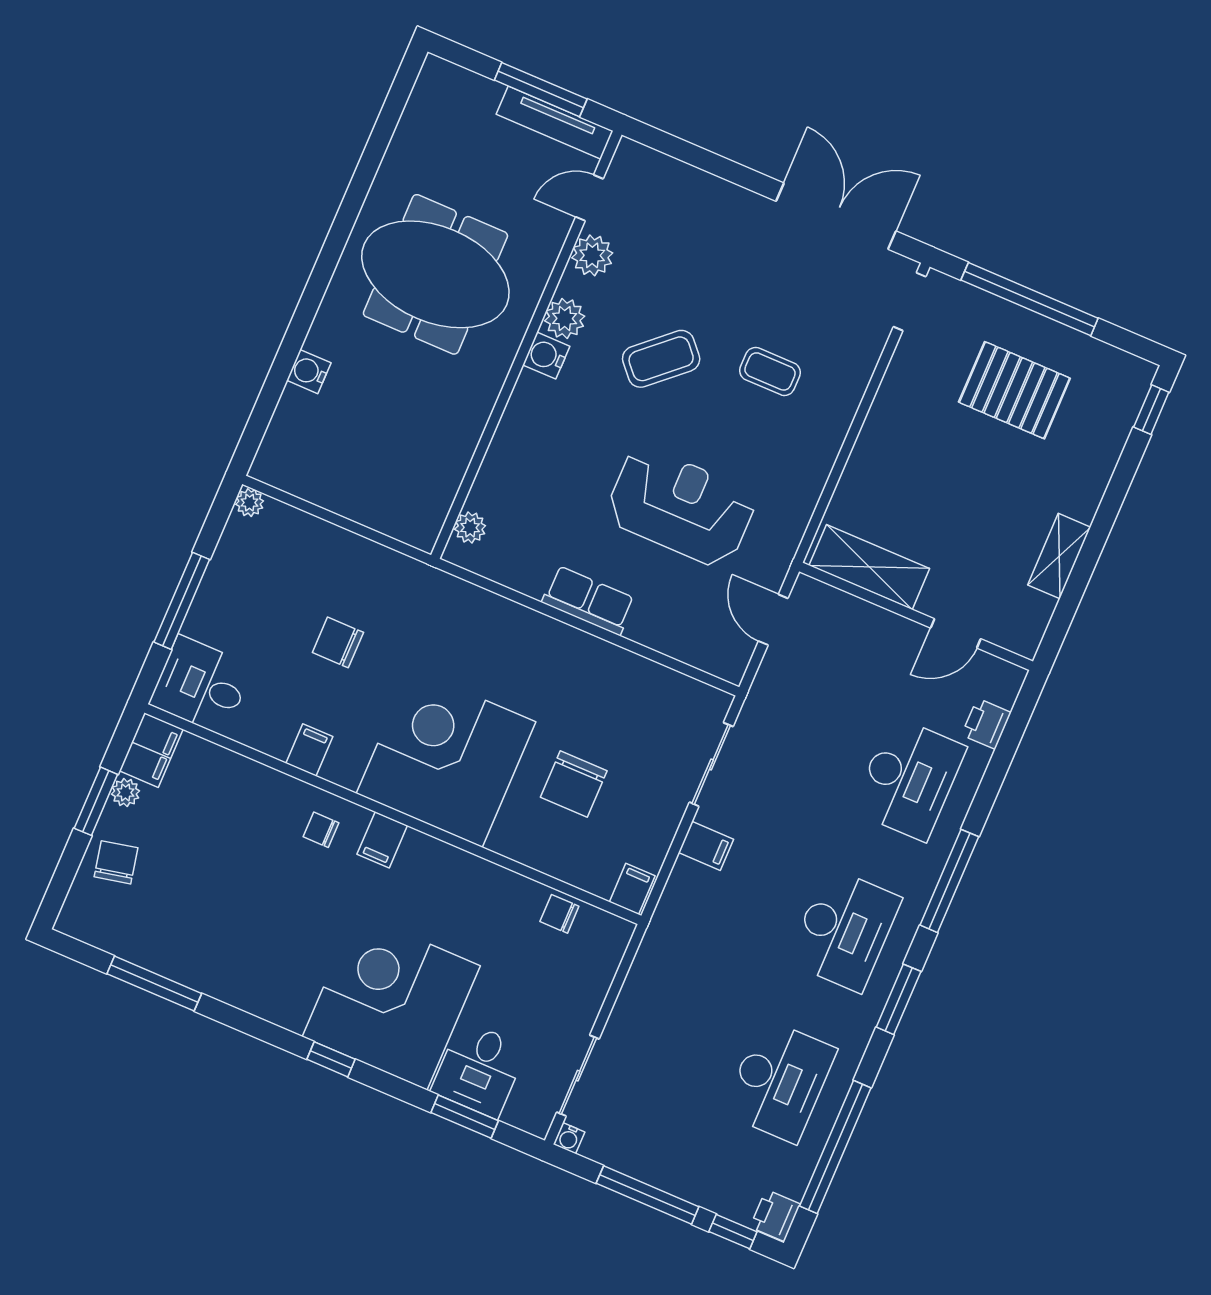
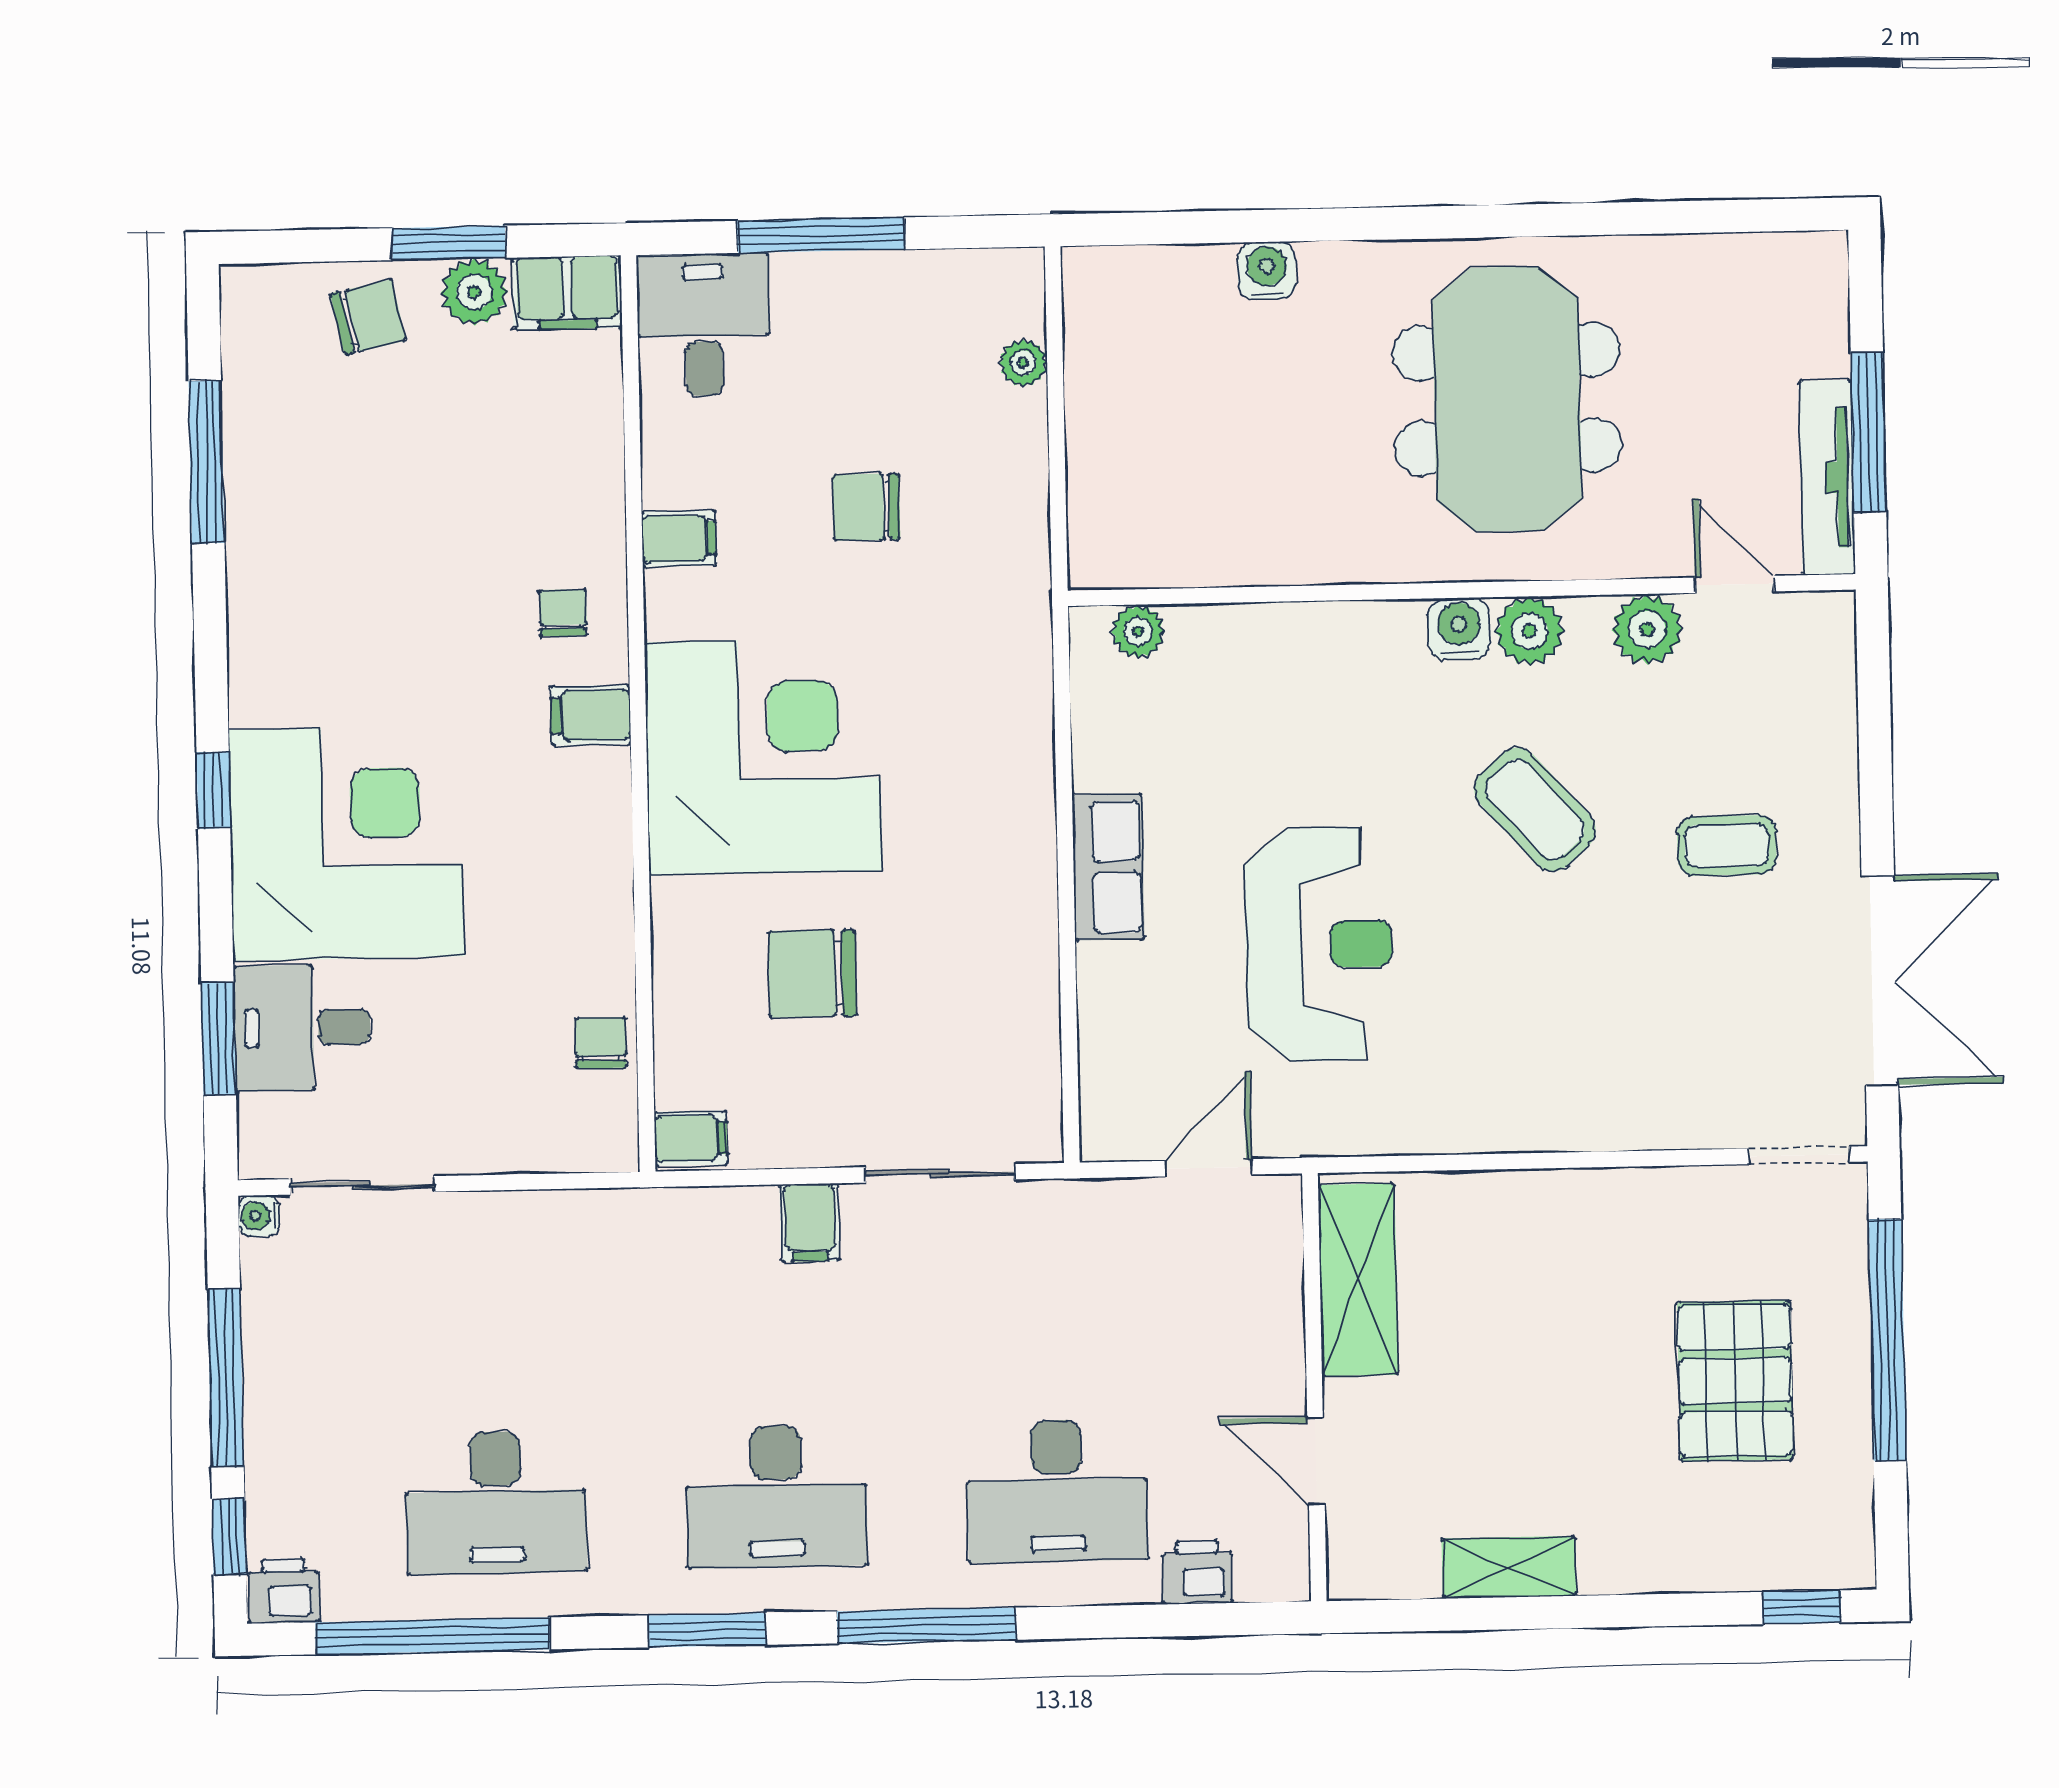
coffee table: (770, 371) -> (1727, 845), moved, turned 90
plant: (250, 503) -> (1023, 363), moved
chair: (338, 642) -> (866, 507), turned -90
plant: (125, 793) -> (474, 292), width x1.38, depth x1.38

